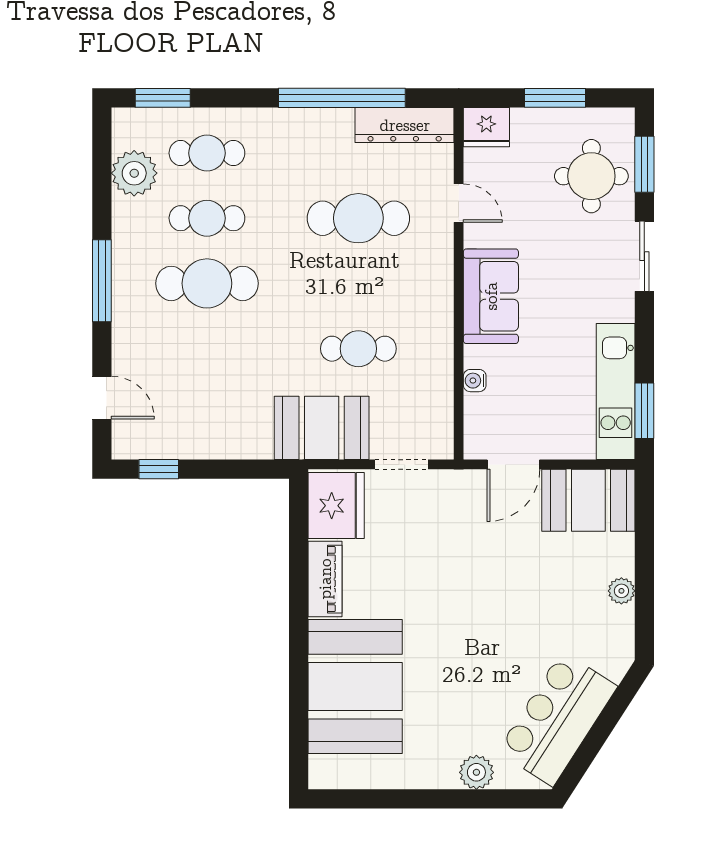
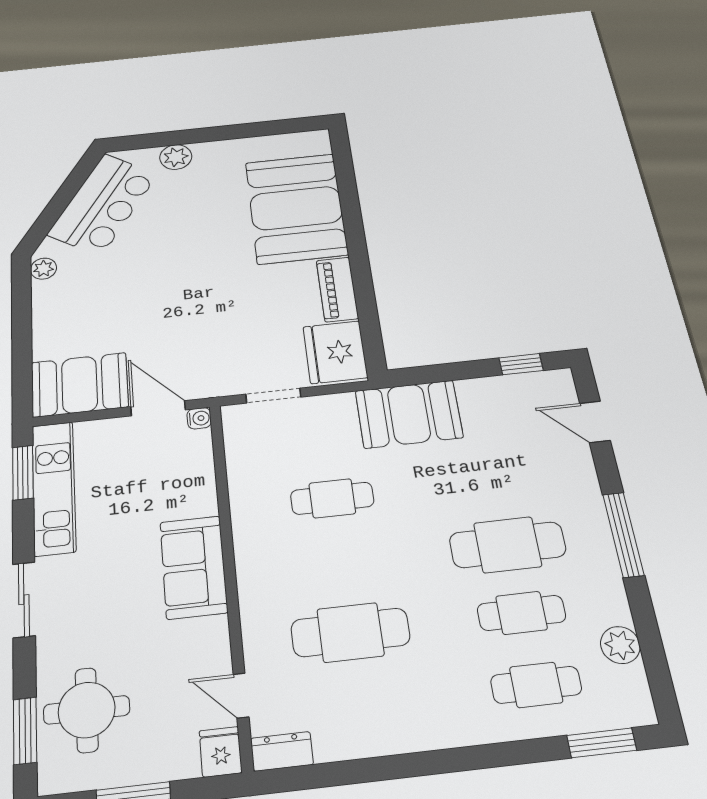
window: (342, 98) -> (389, 768), removed
dresser: (405, 125) -> (282, 751), width x0.51, depth x0.80
fridge: (486, 127) -> (221, 752), width x0.72
plant: (134, 173) -> (620, 645), width x0.73, depth x0.73
door: (459, 203) -> (241, 696), moved
sliding door: (644, 256) -> (24, 600), moved
water cooler: (475, 381) -> (199, 418), moved
booth: (322, 428) -> (409, 414), moved
door: (513, 464) -> (158, 408), hinge flipped
plant: (621, 591) -> (43, 269), moved

